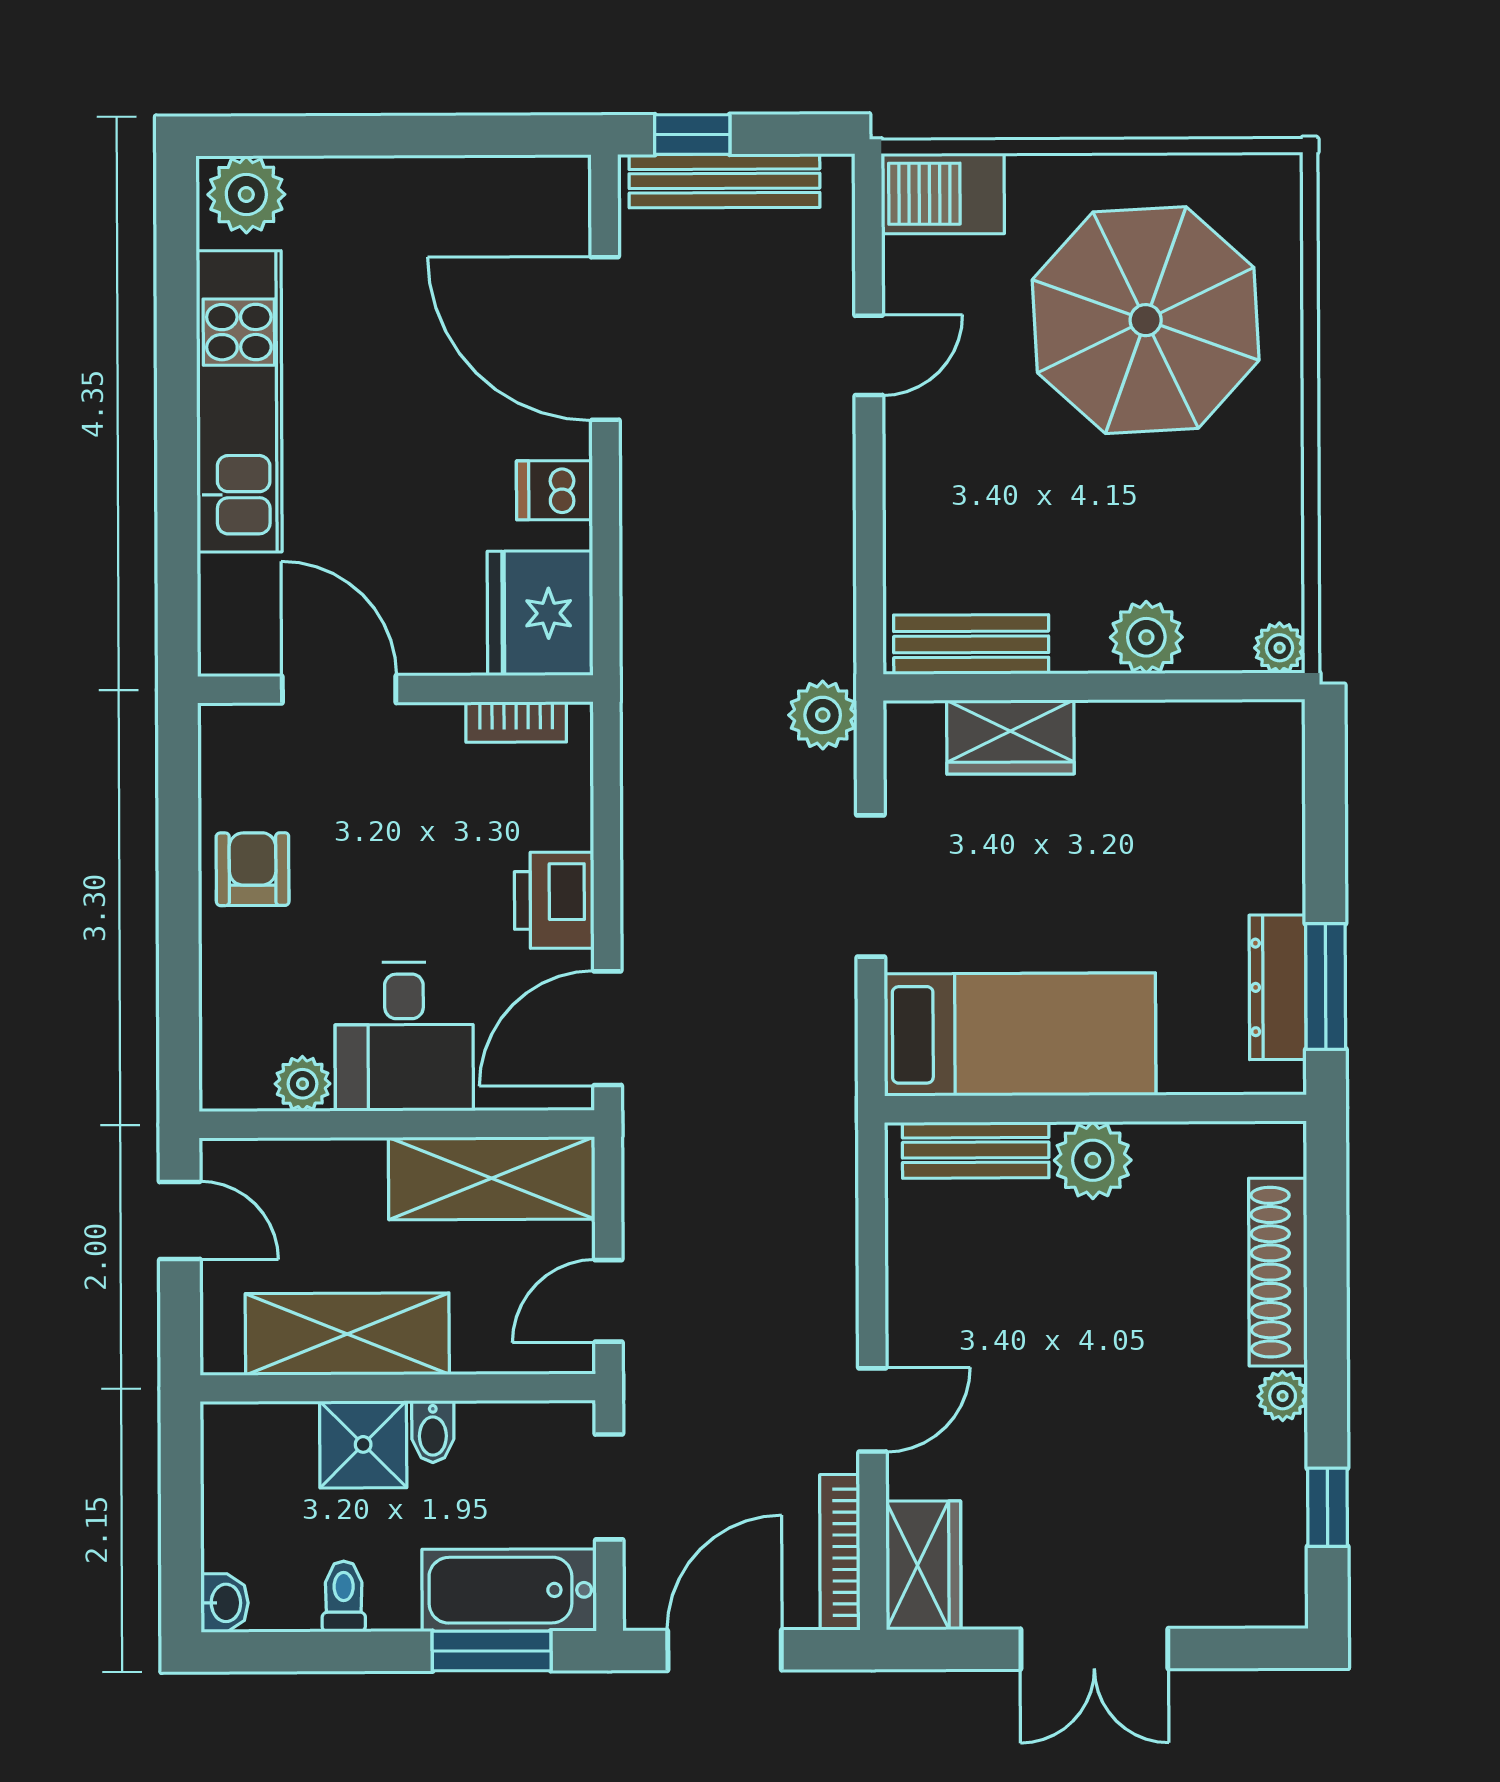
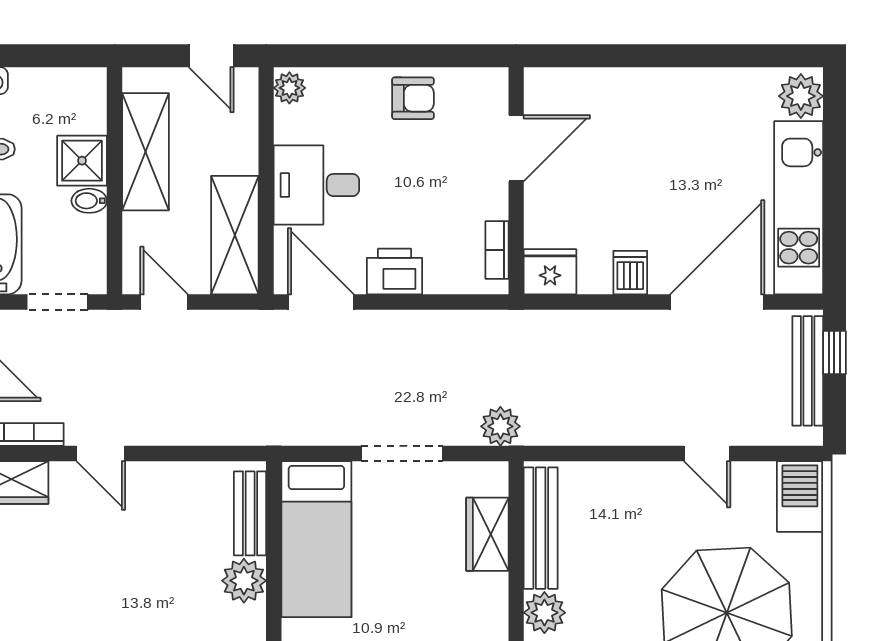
kitchen unit: (239, 401) -> (799, 208), moved, turned 90
fridge: (540, 613) -> (550, 272), width x0.73, depth x0.75
bench: (971, 644) -> (541, 528), width x1.36
plant: (303, 1084) -> (289, 88), moved
door: (180, 1220) -> (211, 56), hinge flipped

